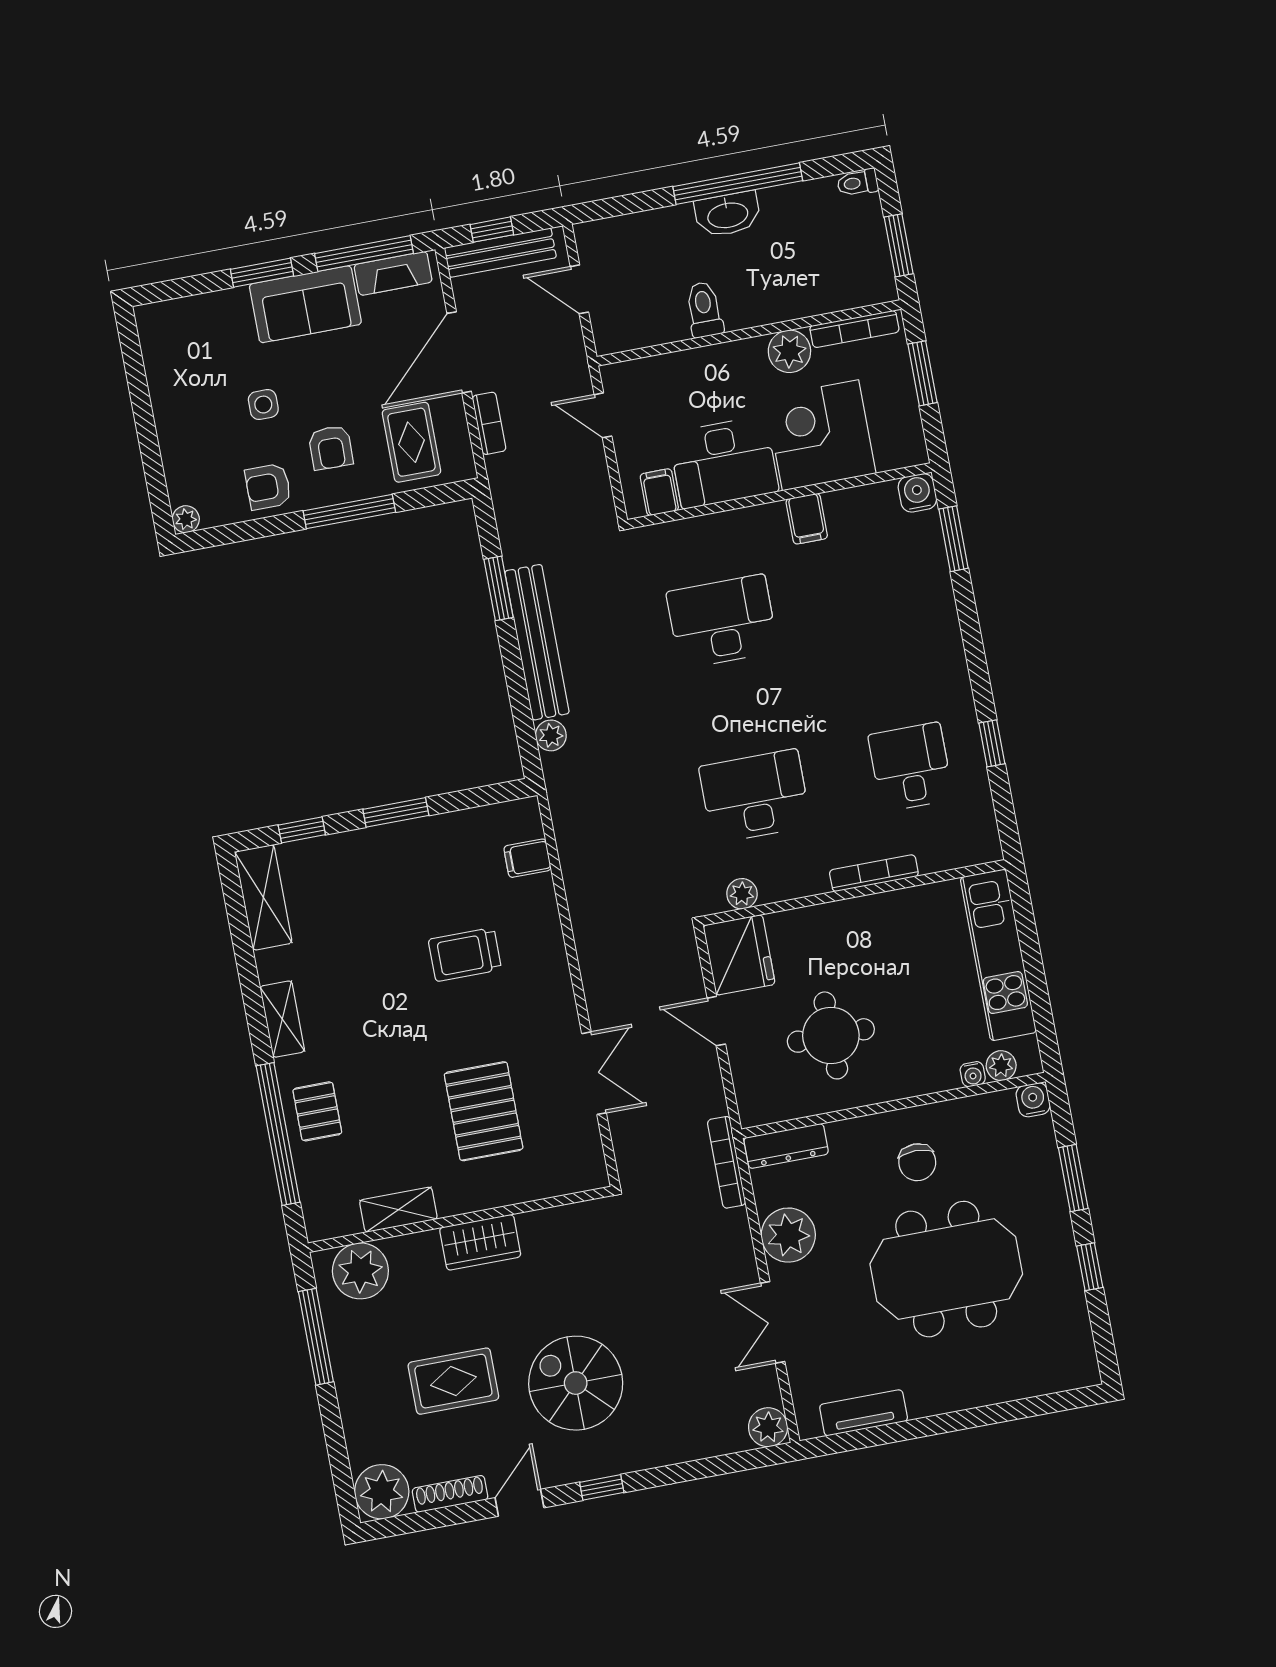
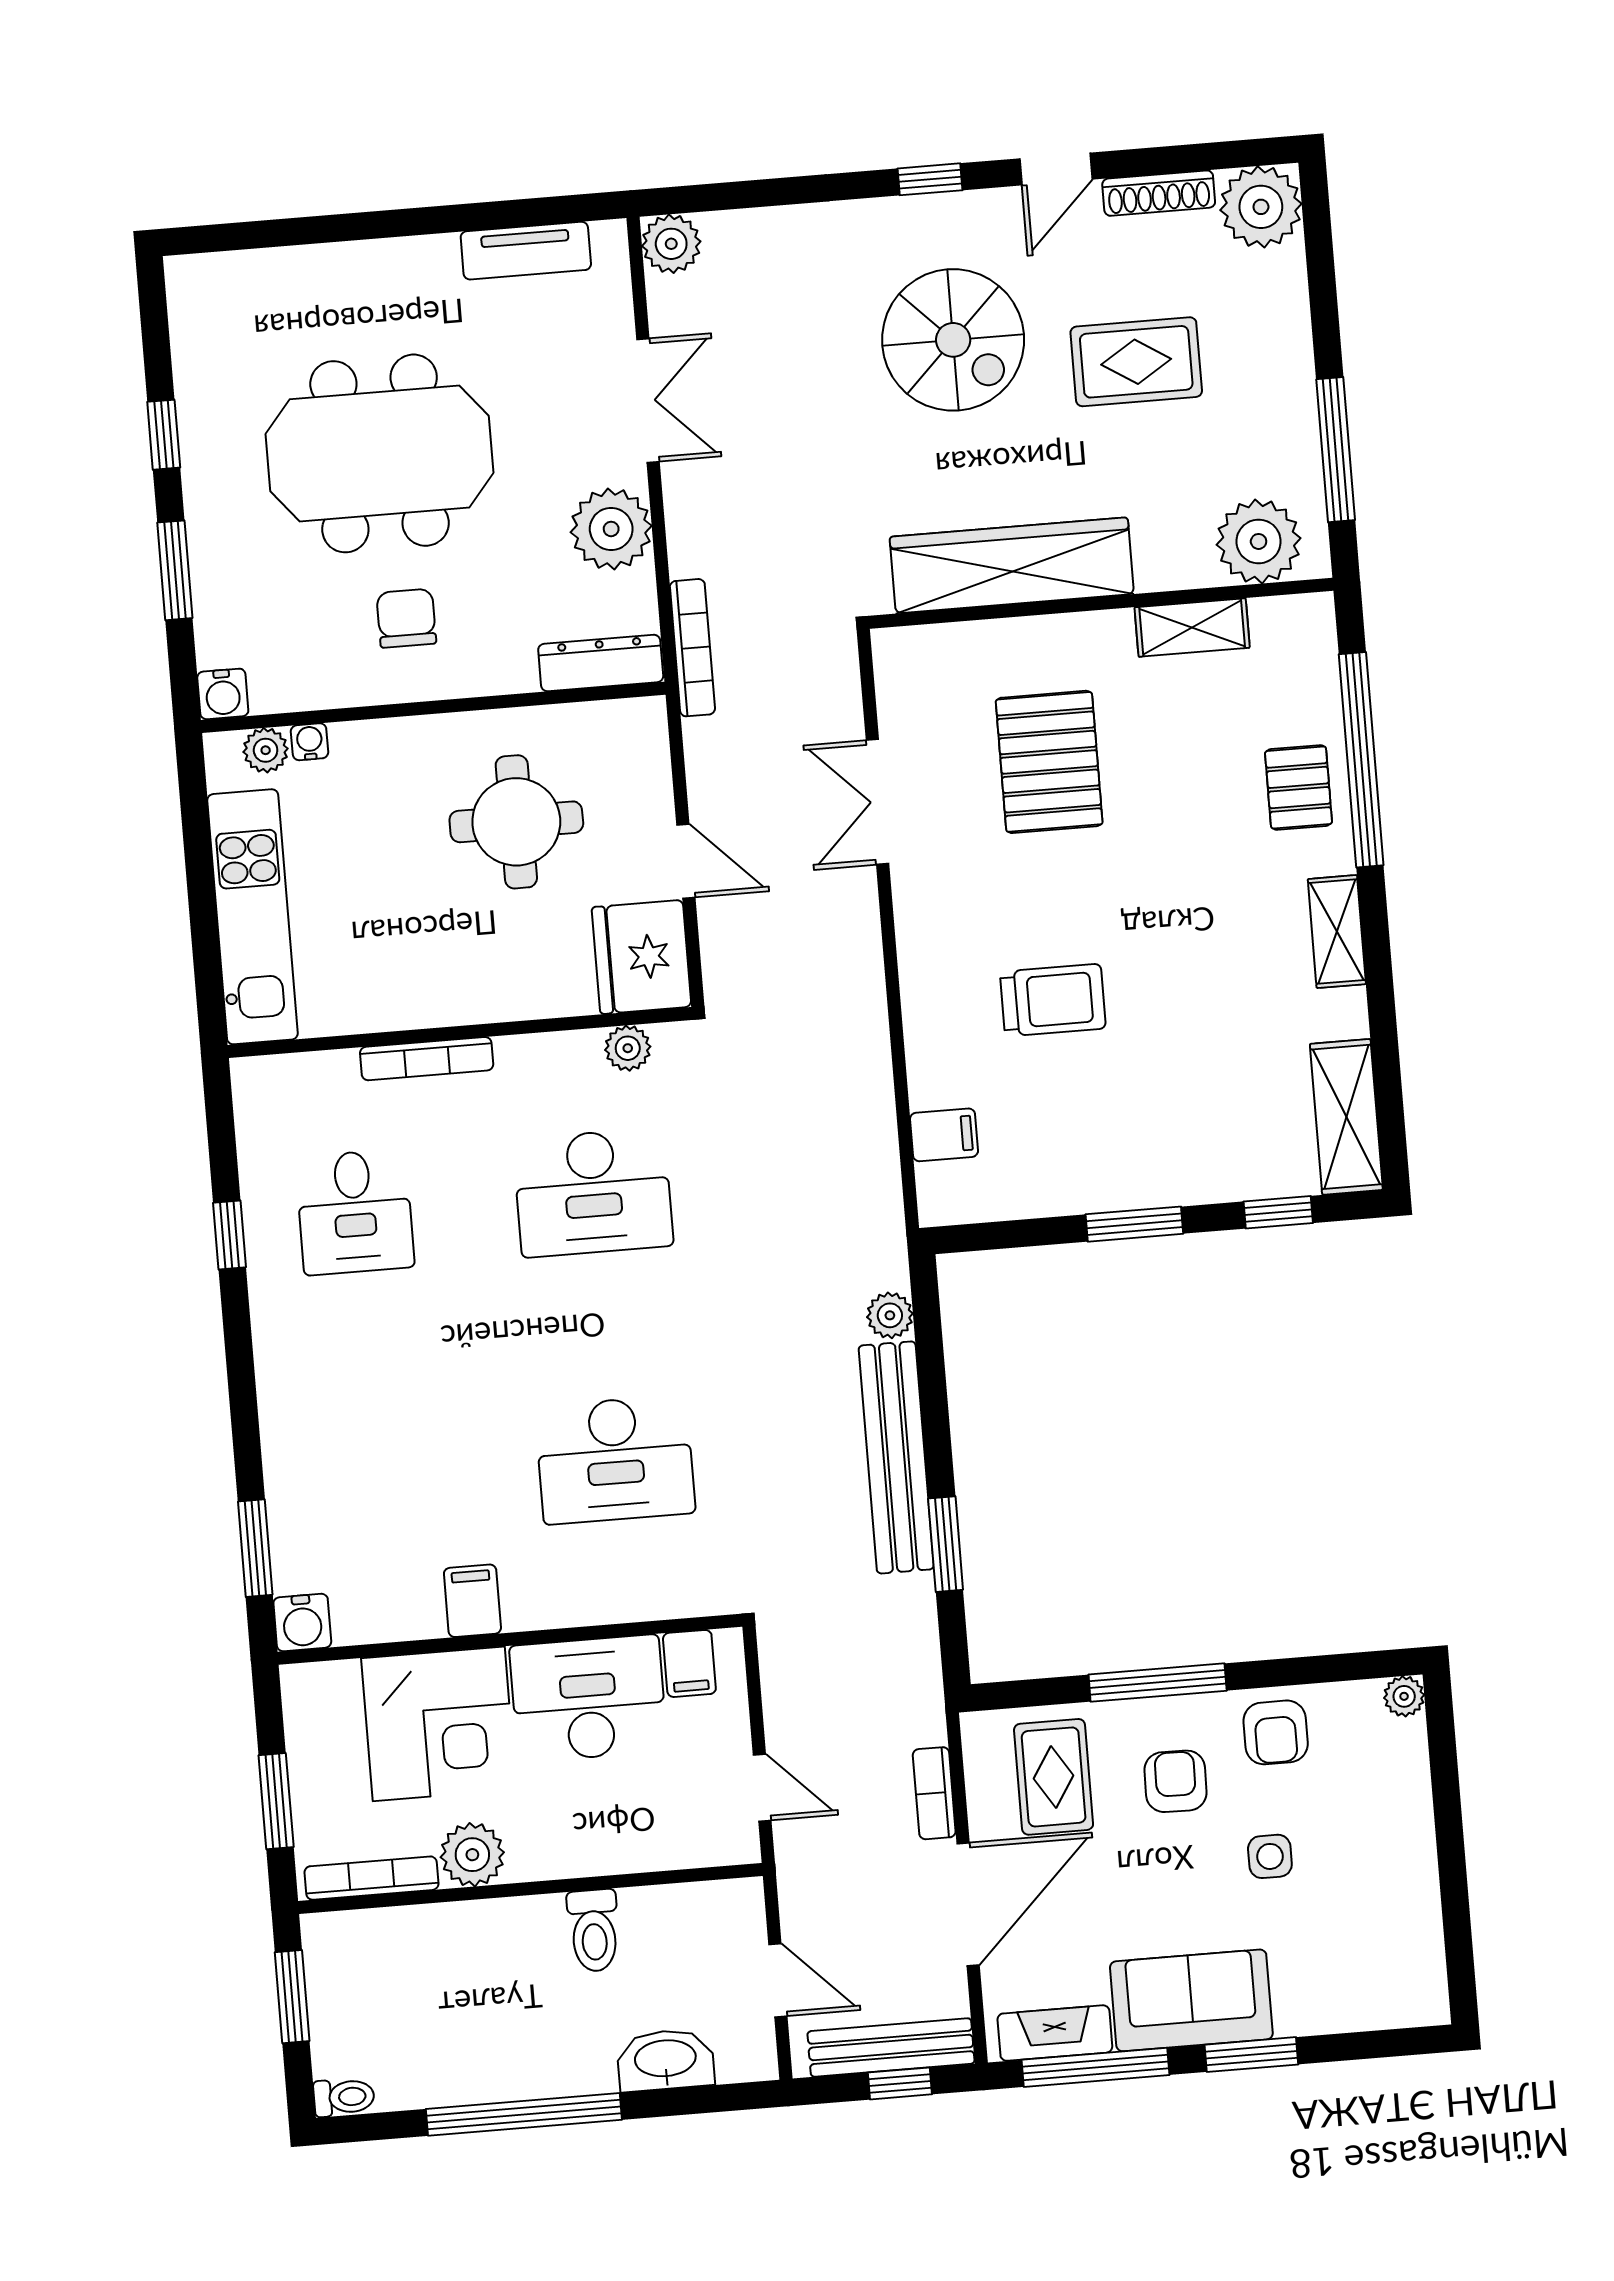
washbasin: (728, 214) -> (665, 2060), moved
armchair: (268, 487) -> (1276, 1732), turned 90
wardrobe: (480, 1242) -> (1012, 565), width x2.10, depth x1.17

